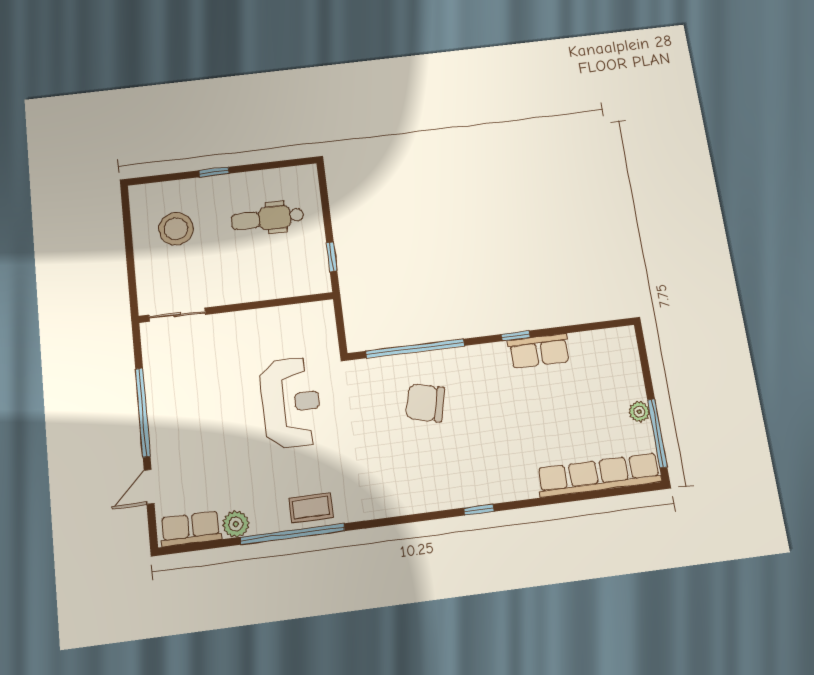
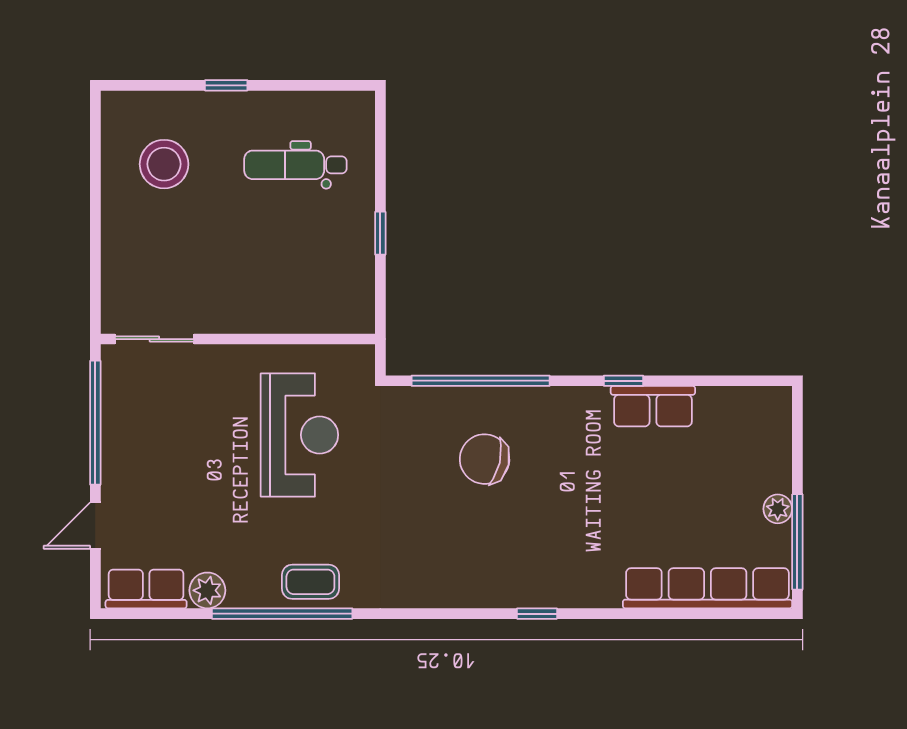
wall: (236, 307) -> (238, 339), moved
sliding door: (177, 315) -> (154, 339), moved

